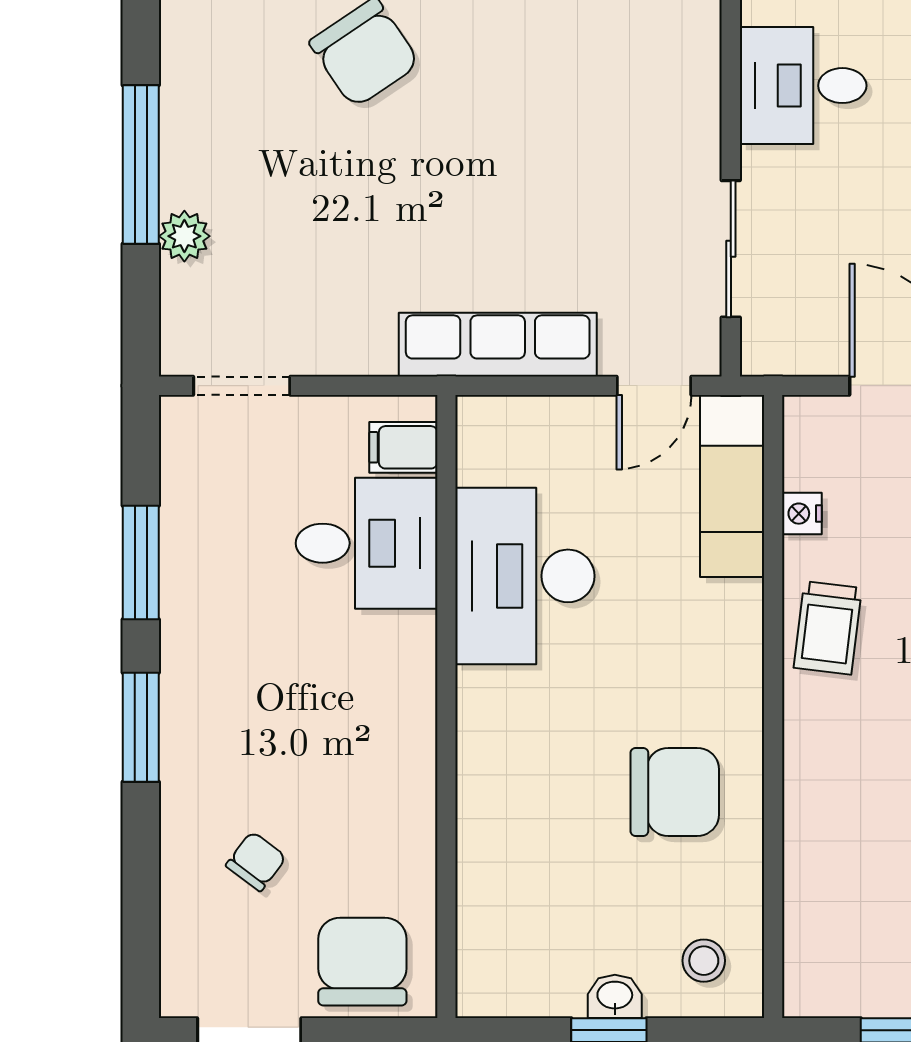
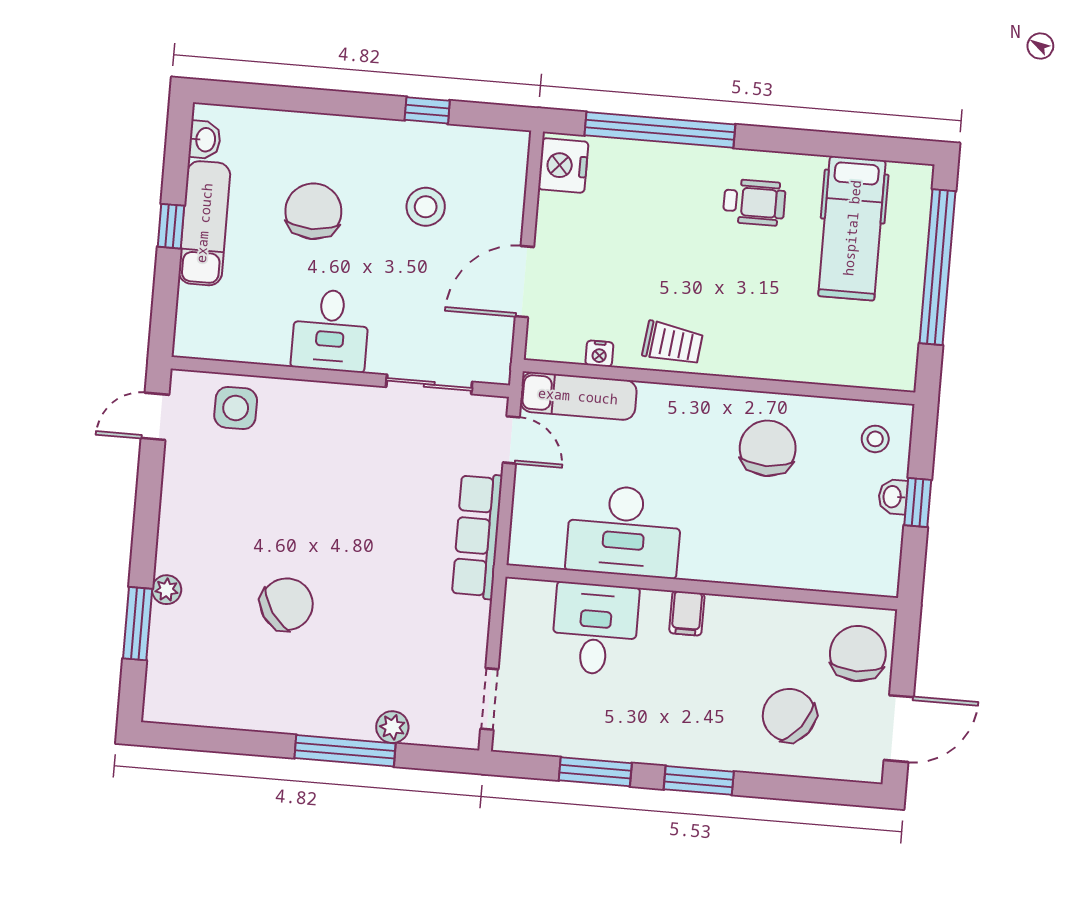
filing cabinet: (403, 447) -> (687, 613), moved
chair: (256, 861) -> (789, 715), width x1.87, depth x1.87
chair: (362, 962) -> (858, 654), turned 90

